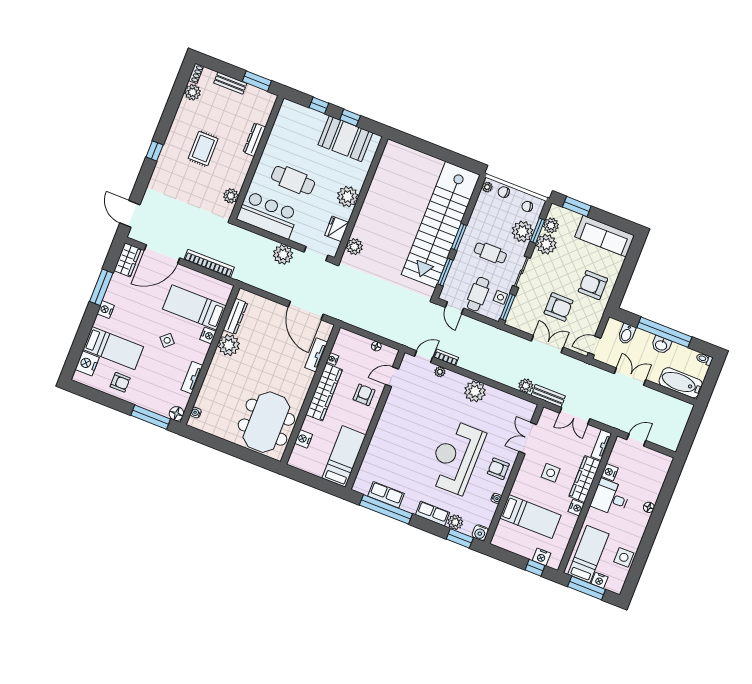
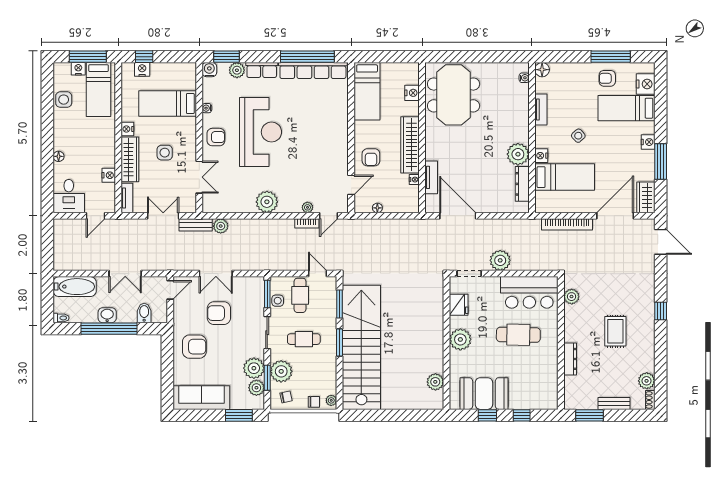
plant: (354, 247) -> (435, 382), moved
window: (151, 417) -> (611, 57), moved
row of seats: (386, 495) -> (313, 71), width x2.02
desk: (610, 498) -> (69, 196), moved, turned 90

